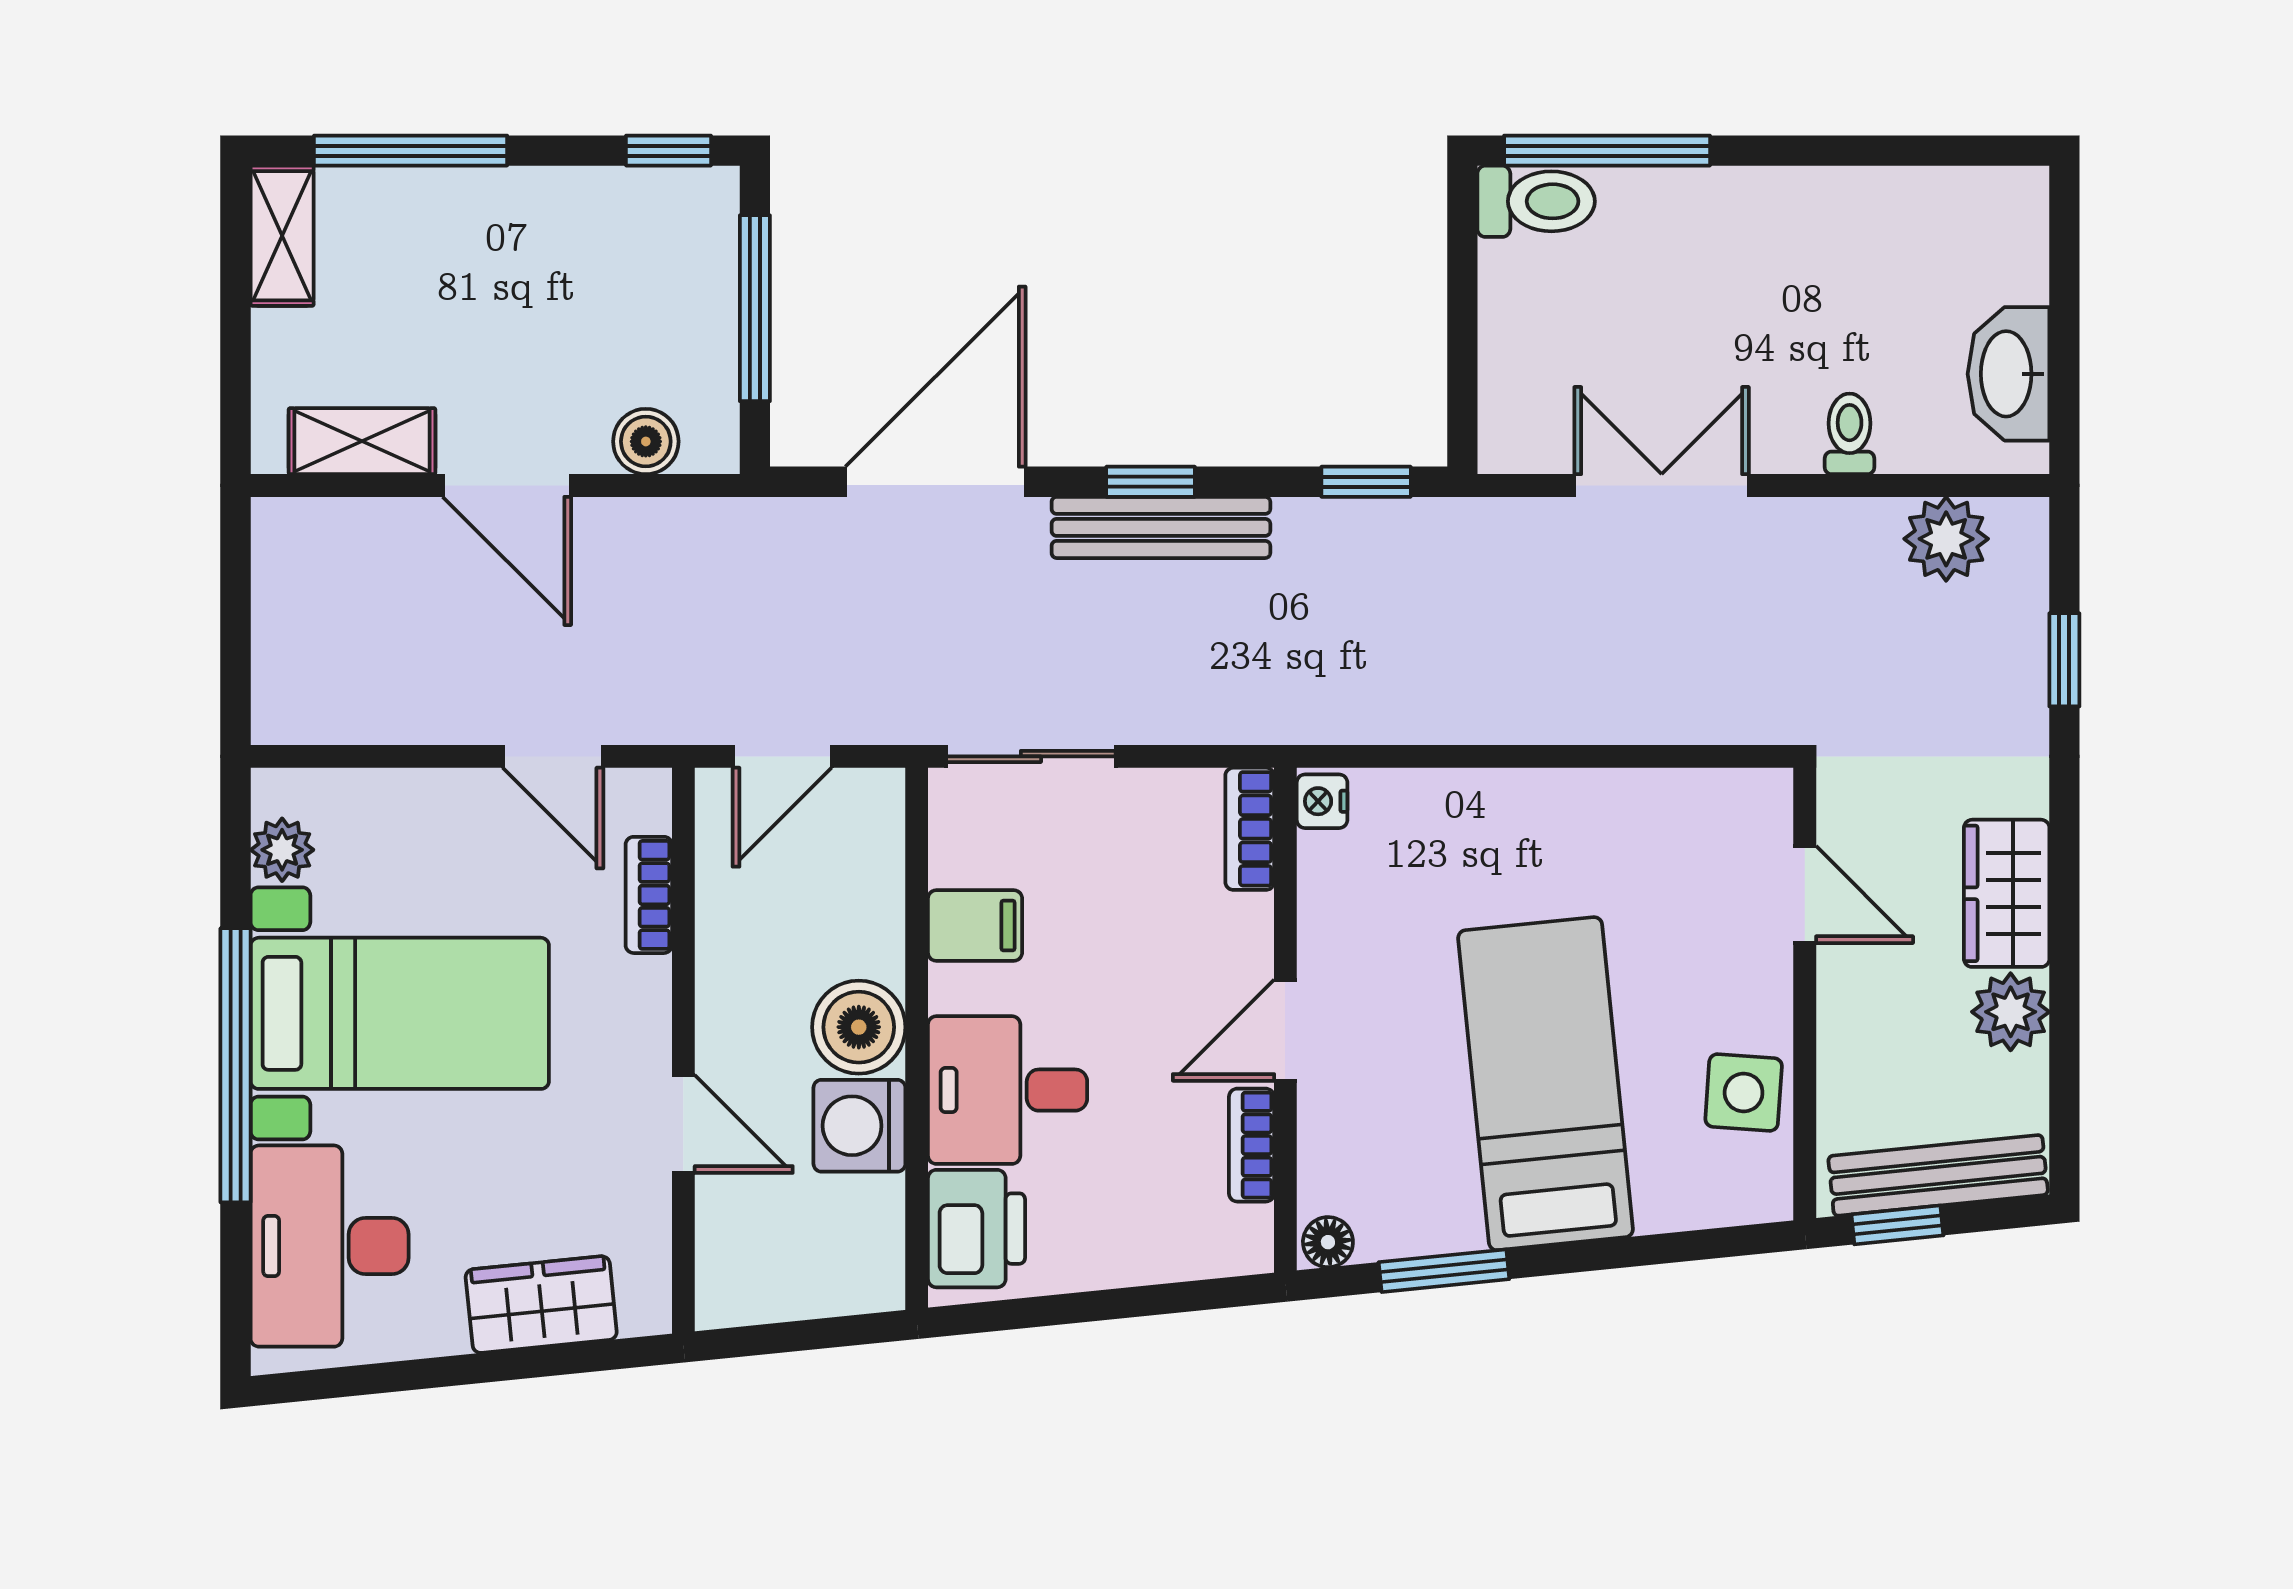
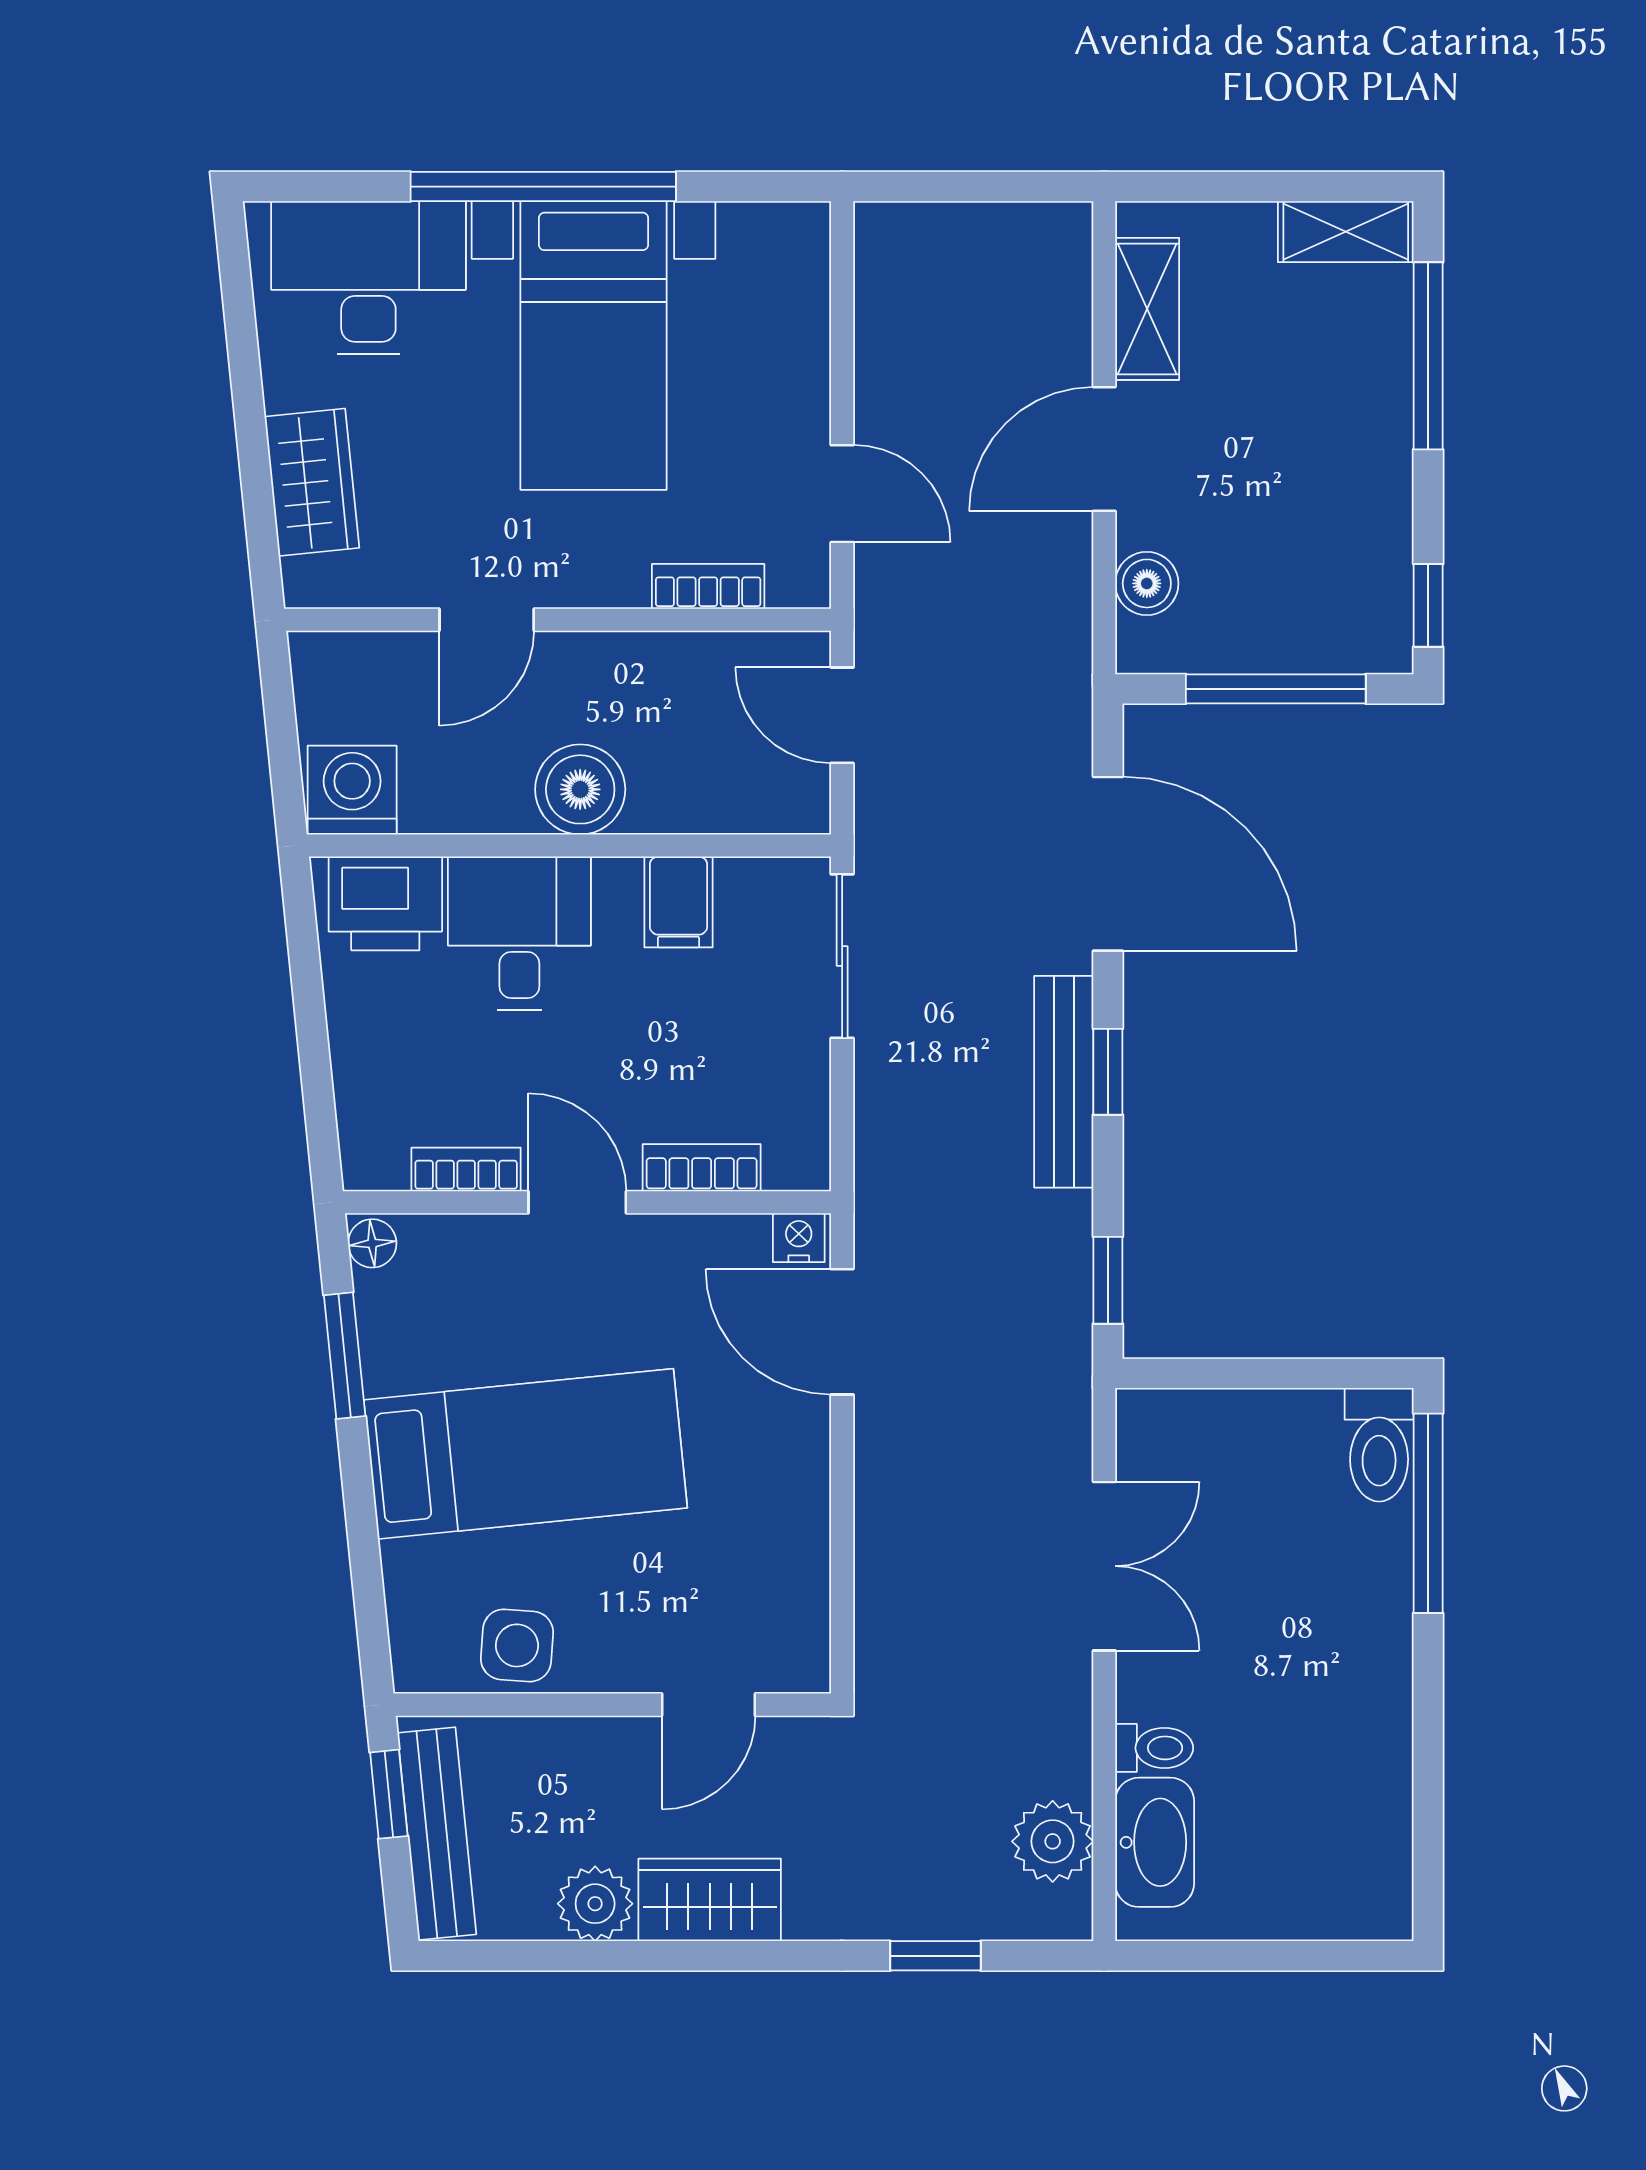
washbasin: (2009, 374) -> (1155, 1842), moved, turned 90
door: (553, 756) -> (842, 494), swing flipped
door: (1419, 756) -> (842, 1332), added
bookcase: (1250, 829) -> (702, 1168), moved
plant: (282, 850) -> (752, 232), removed
washing machine: (859, 1126) -> (352, 790), moved

